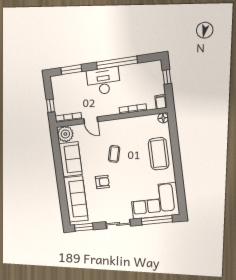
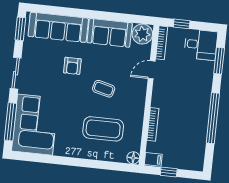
window: (167, 77) -> (169, 172), moved
desk: (103, 81) -> (201, 45), moved, width x0.73
coffee table: (159, 154) -> (103, 129), moved

